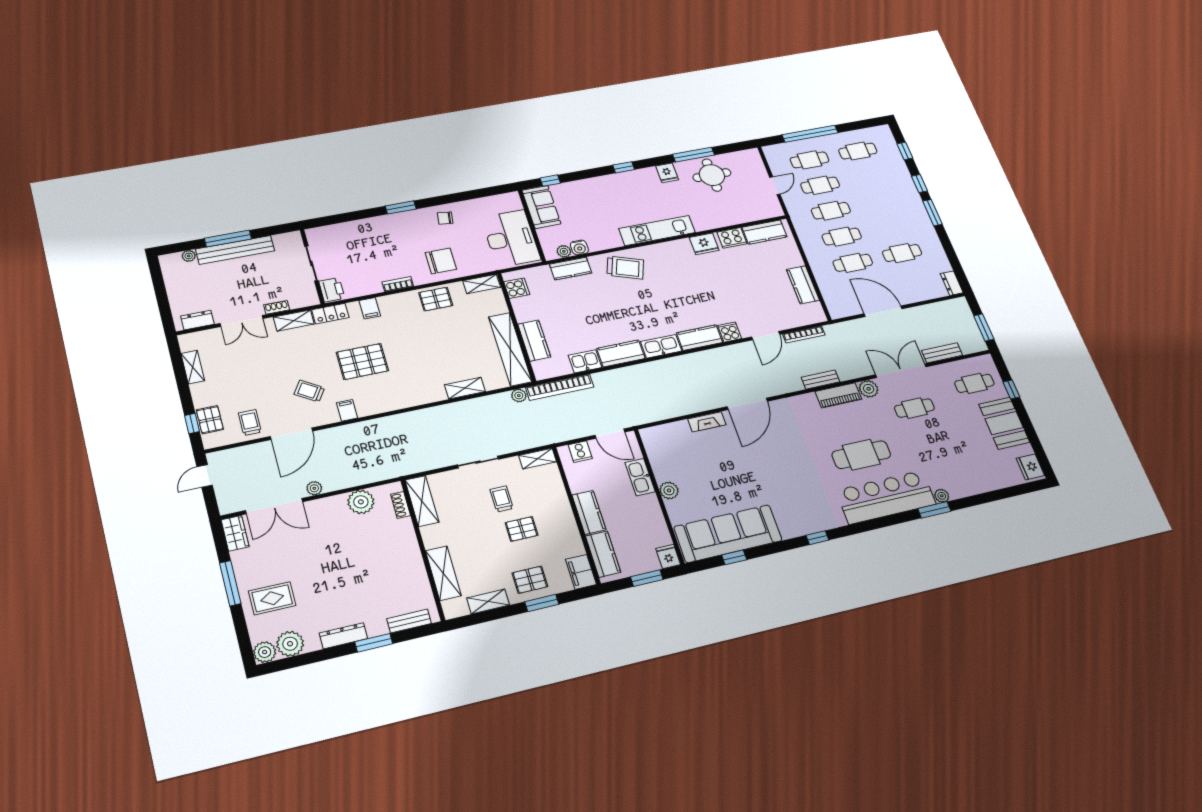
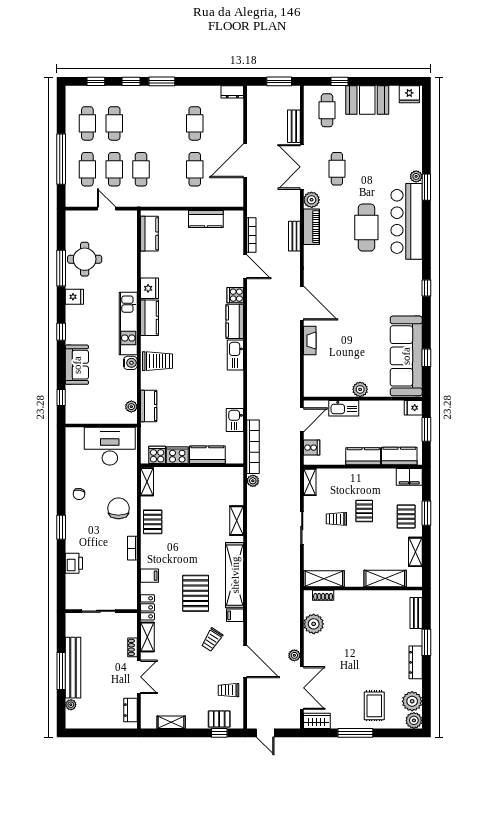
sofa: (541, 207) -> (77, 365), moved, turned 90
cafe table: (842, 237) -> (114, 123), moved
cooker: (732, 238) -> (177, 455), moved, turned -90
water cooler: (579, 247) -> (130, 363), moved
trolley: (625, 268) -> (157, 361), turned 70
printer: (332, 290) -> (74, 563), moved, turned 90
shelving: (510, 349) -> (235, 575), moved, turned 90
kitchen counter: (621, 353) -> (150, 318), moved, turned 180

